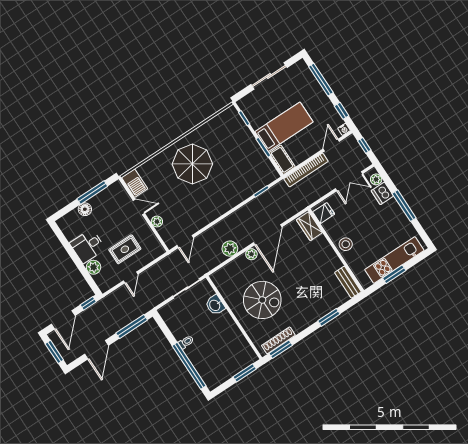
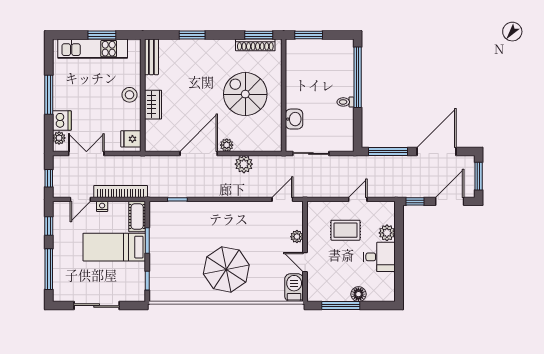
nightstand: (344, 129) -> (102, 206), moved
wardrobe: (309, 226) -> (153, 105), moved
door: (96, 350) -> (437, 151), width x1.36

